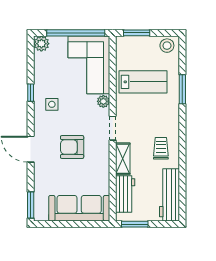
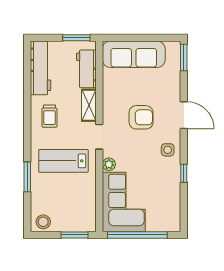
plant: (41, 44) -> (173, 224), removed
lab bench: (143, 82) -> (63, 161), moved
side table: (52, 104) -> (168, 150), moved

